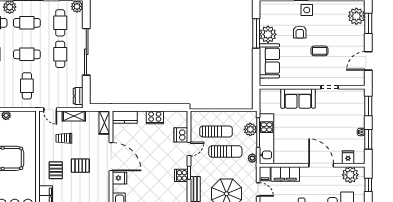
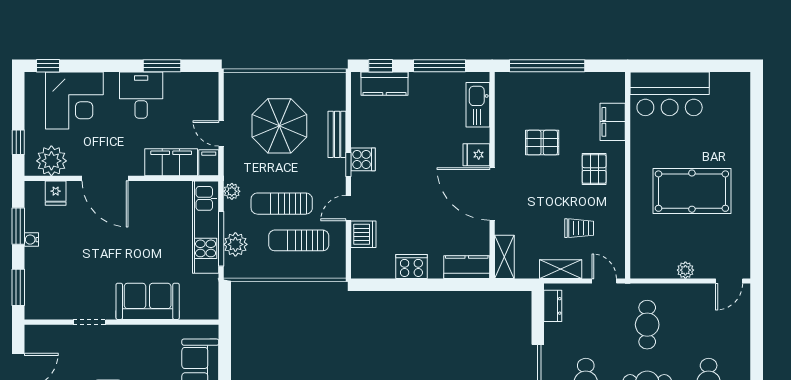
pallet: (80, 166) -> (542, 143), moved

